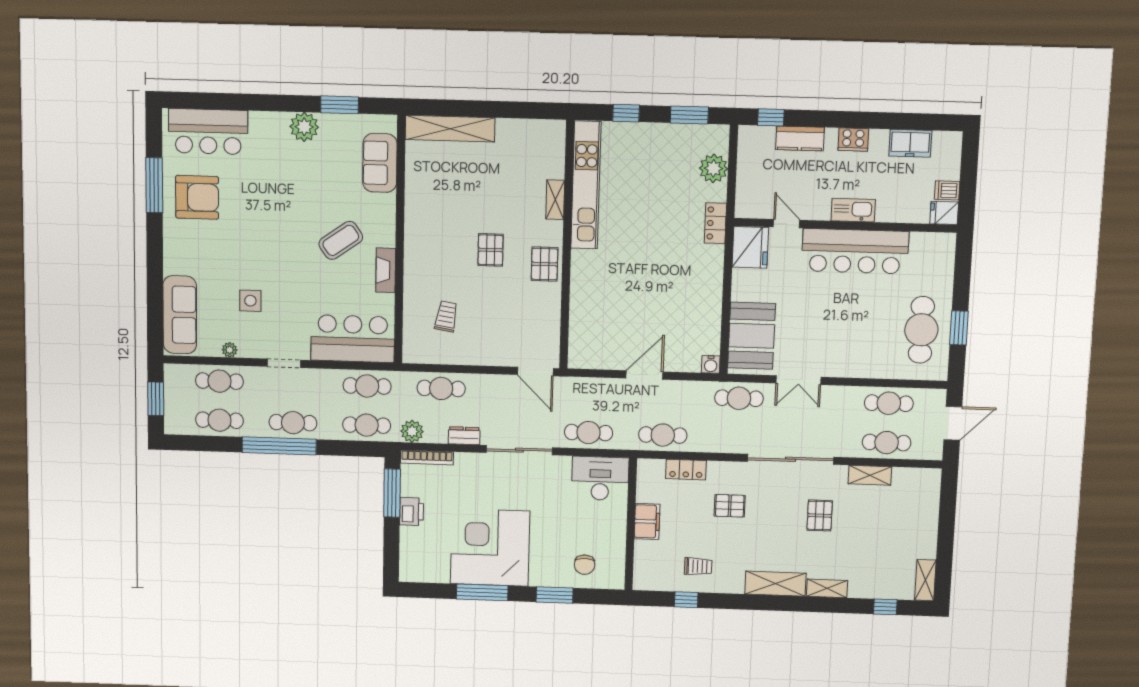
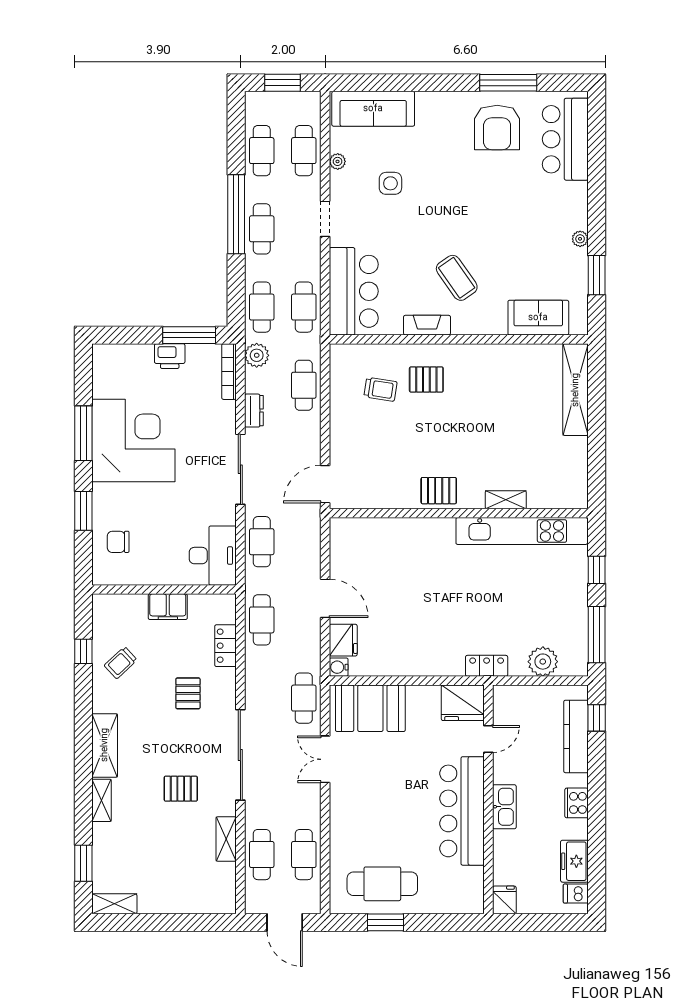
window: (689, 115) -> (597, 635), width x1.44
plant: (304, 127) -> (580, 239), width x0.53, depth x0.53
kitchen counter: (800, 138) -> (576, 736), width x1.50
dishwasher: (947, 190) -> (576, 894), moved, turned -90
pallet: (491, 250) -> (426, 380), moved
fridge: (685, 359) -> (343, 640), added
trolley: (698, 566) -> (121, 663), turned 47
window: (885, 607) -> (83, 863), width x1.50

